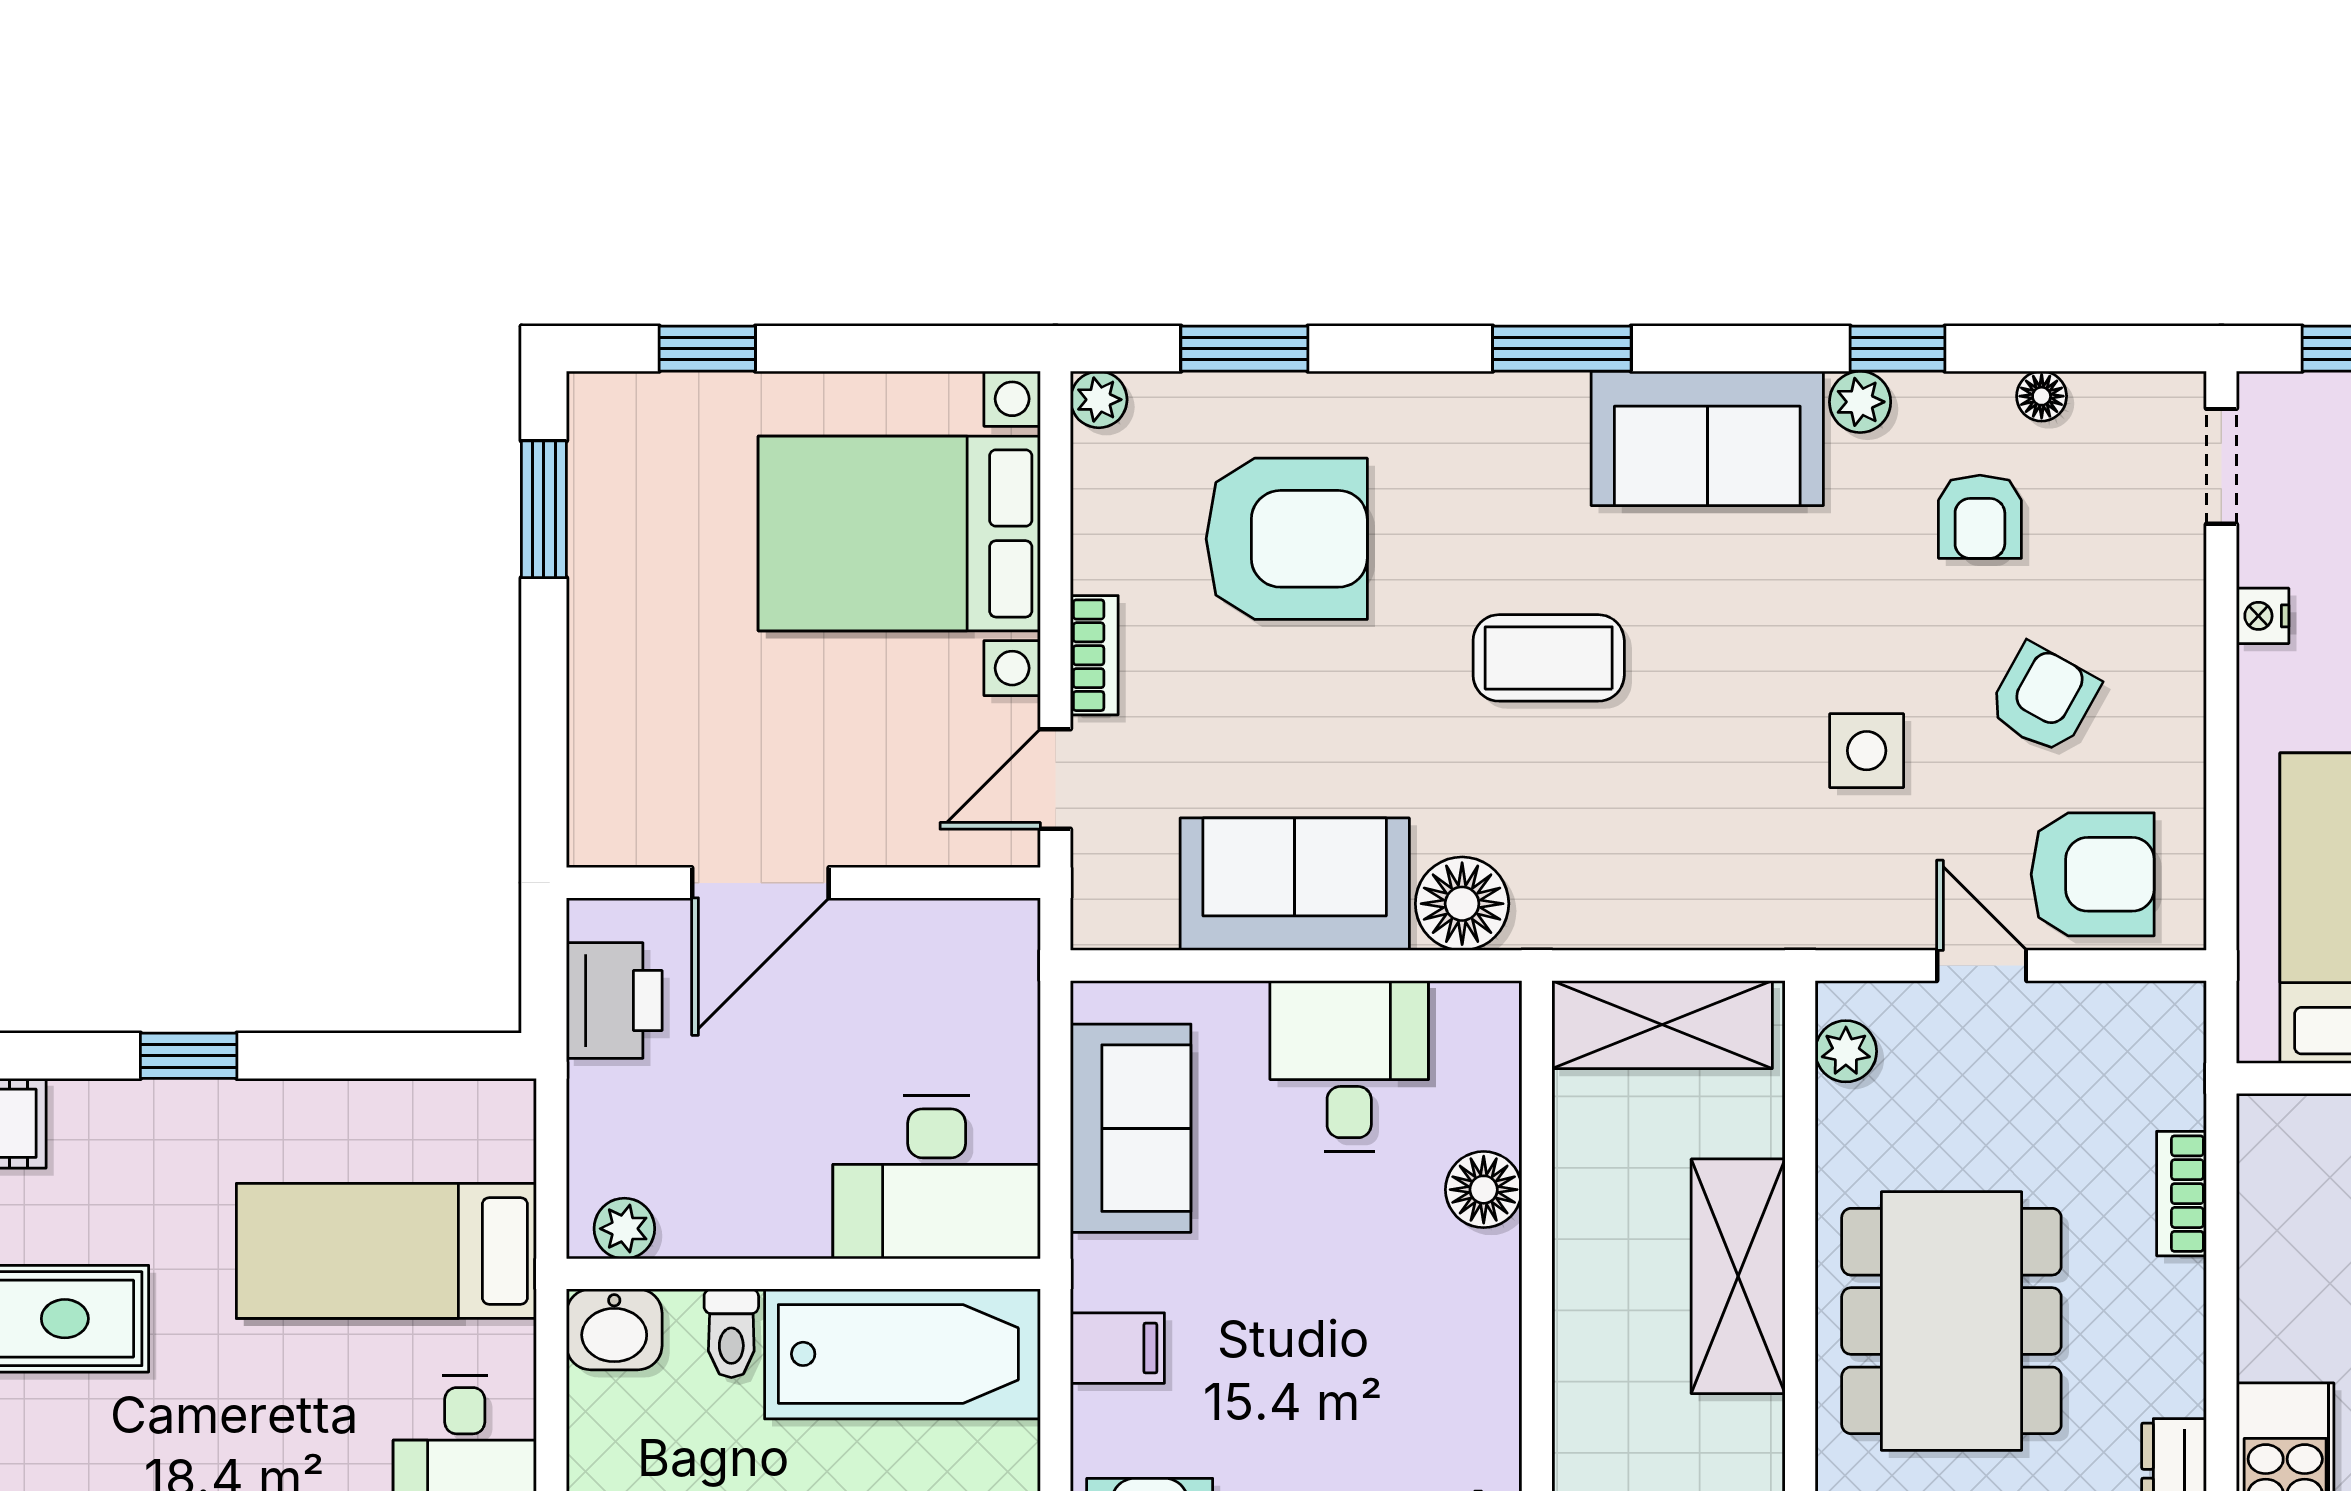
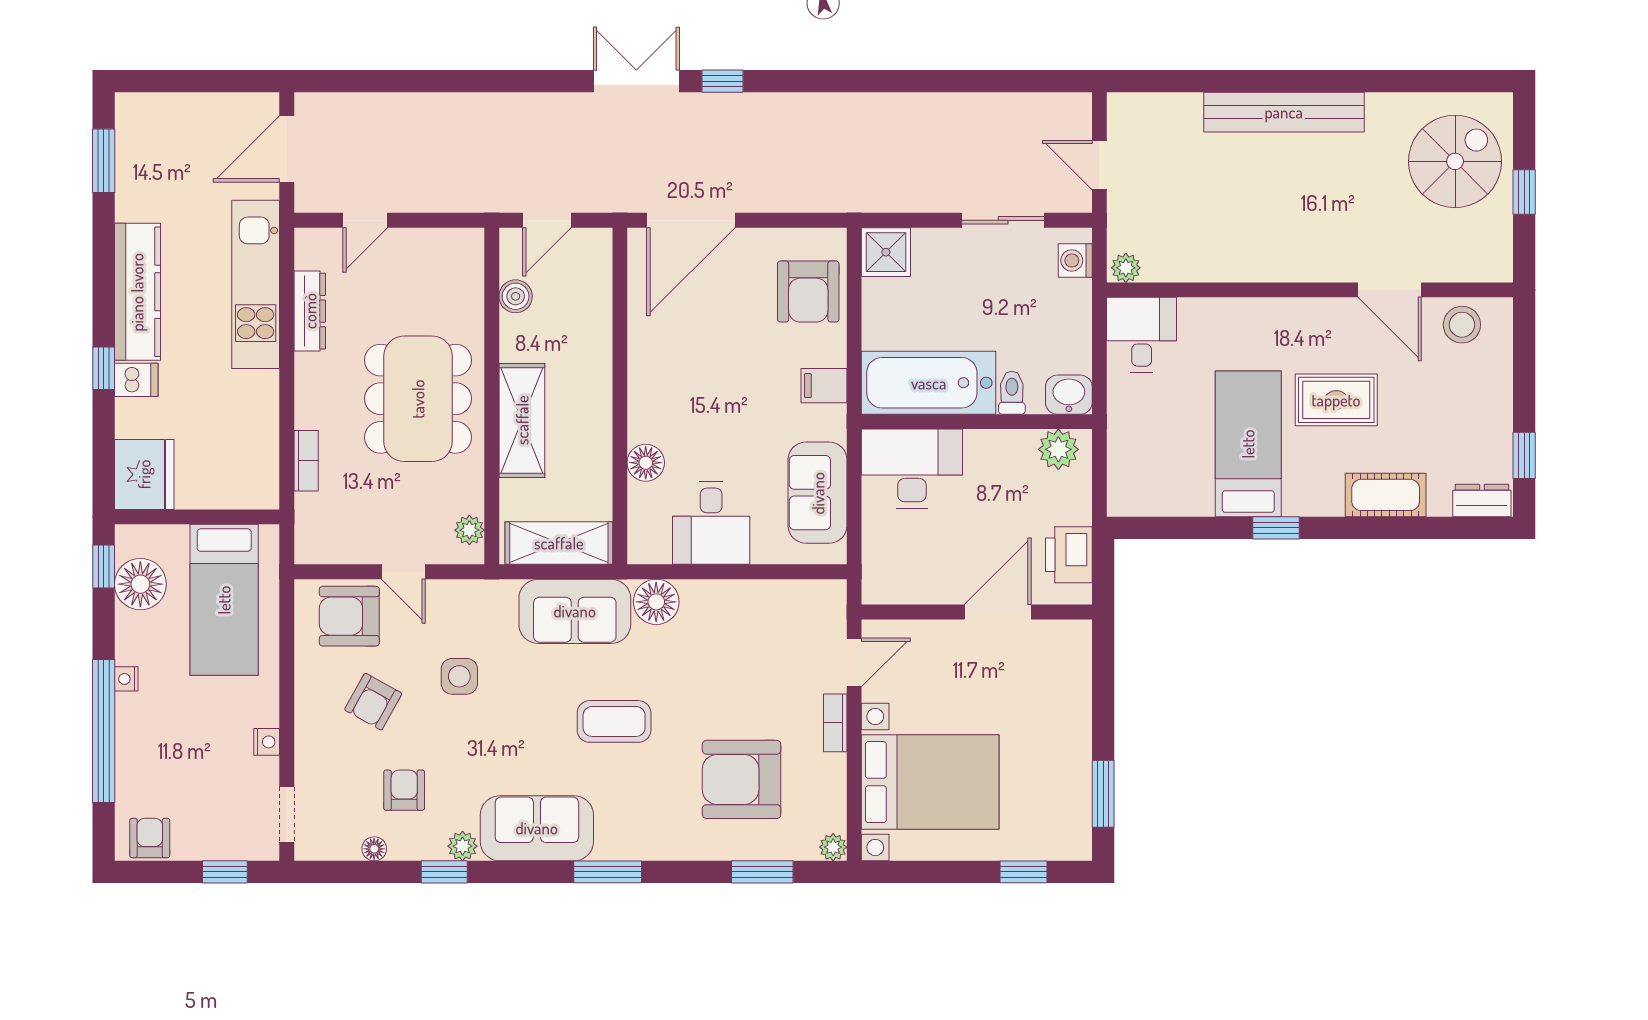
sofa: (1295, 884) -> (575, 611), moved
plant: (624, 1229) -> (1058, 449), width x1.38, depth x1.38
bed: (386, 1251) -> (1248, 444), moved, turned -90

